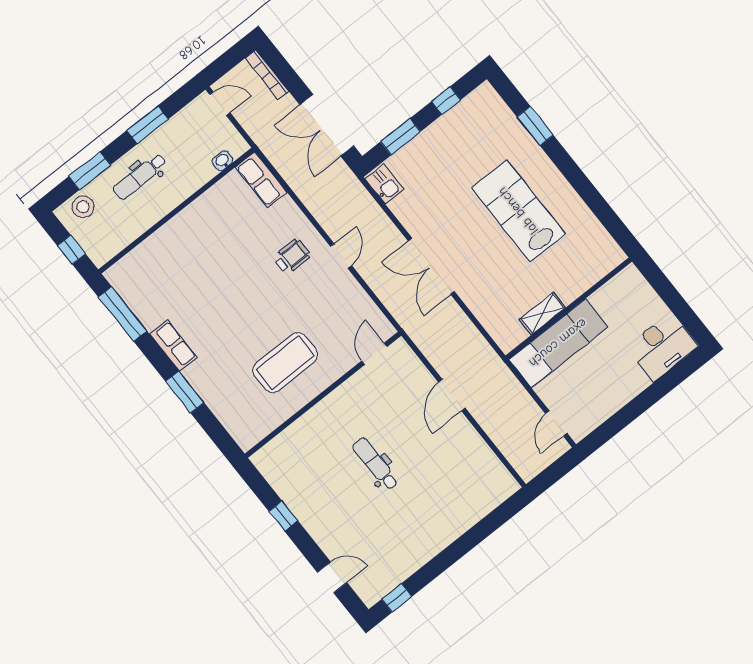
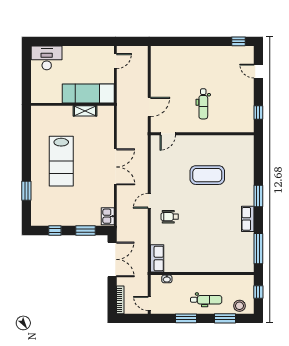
door: (374, 354) -> (168, 134), moved
wall: (323, 395) -> (202, 134), moved

